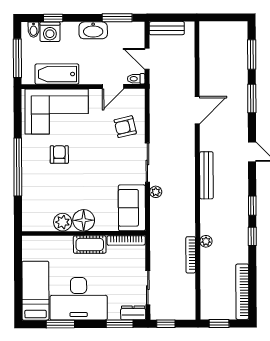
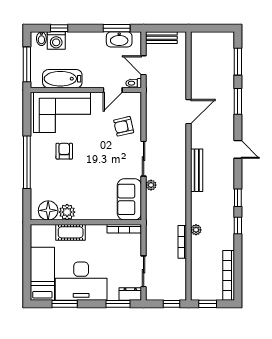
washbasin: (93, 30) -> (119, 39), moved
floor lamp: (84, 220) -> (48, 210), moved
cot: (90, 245) -> (71, 232), moved
window: (166, 324) -> (171, 304), moved

